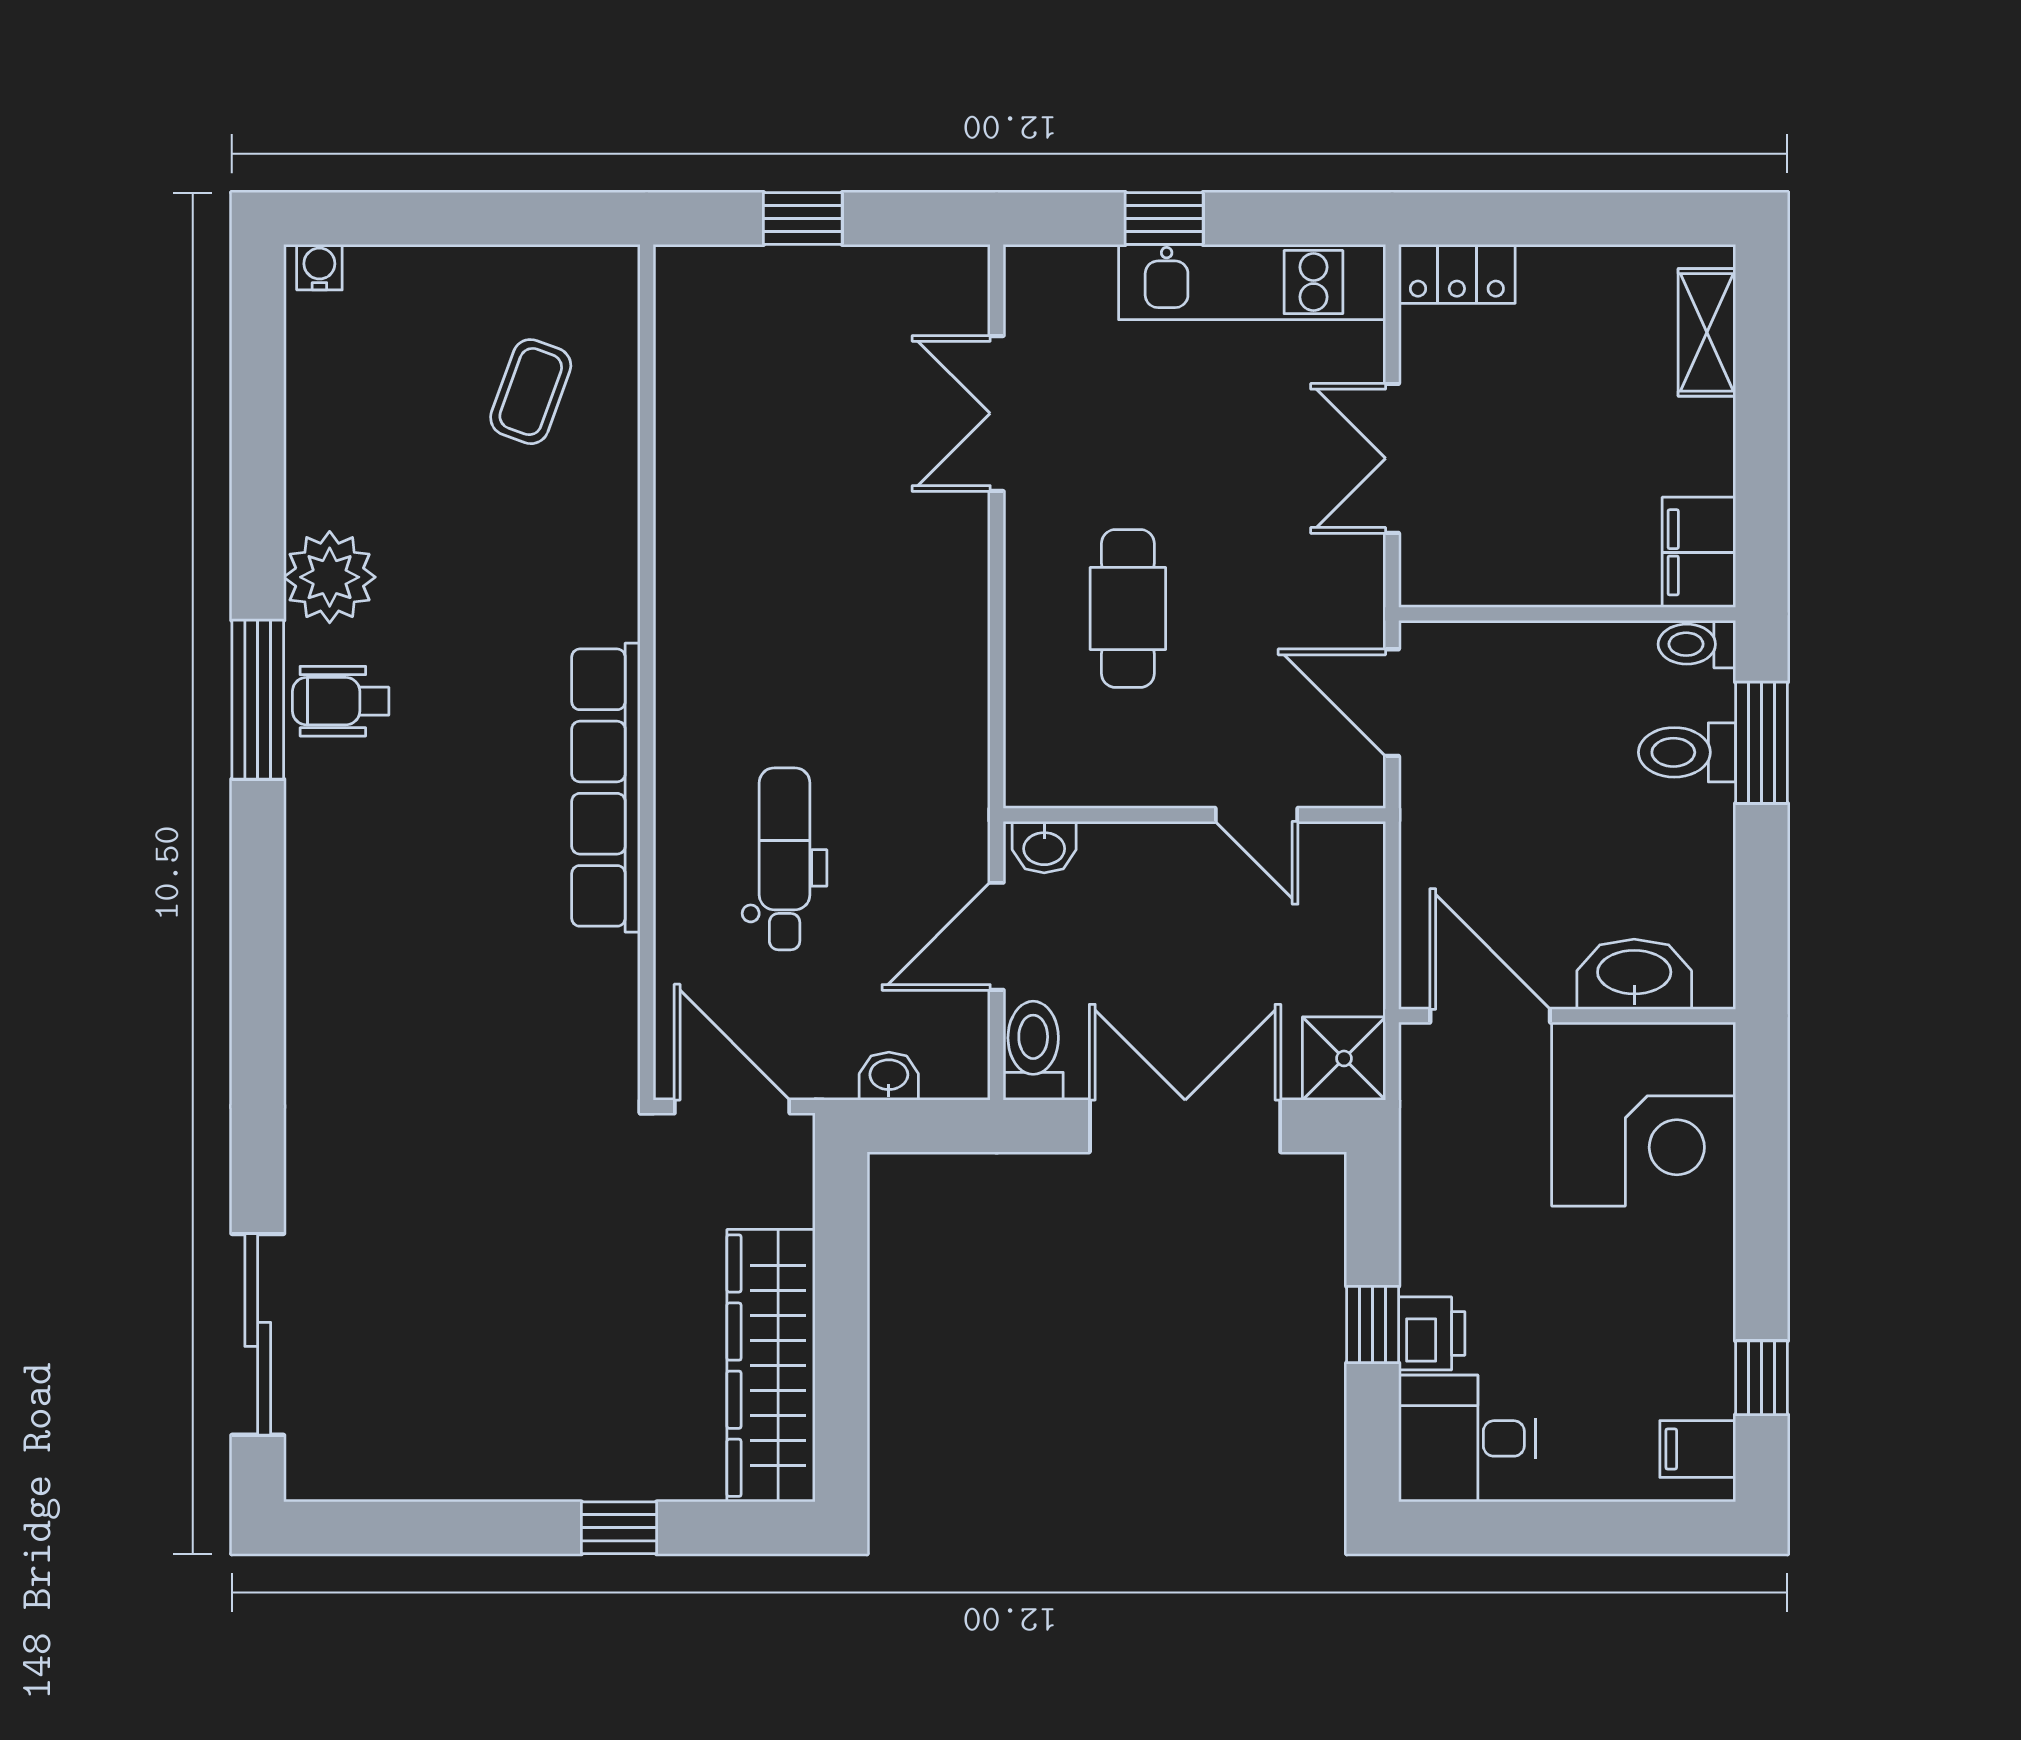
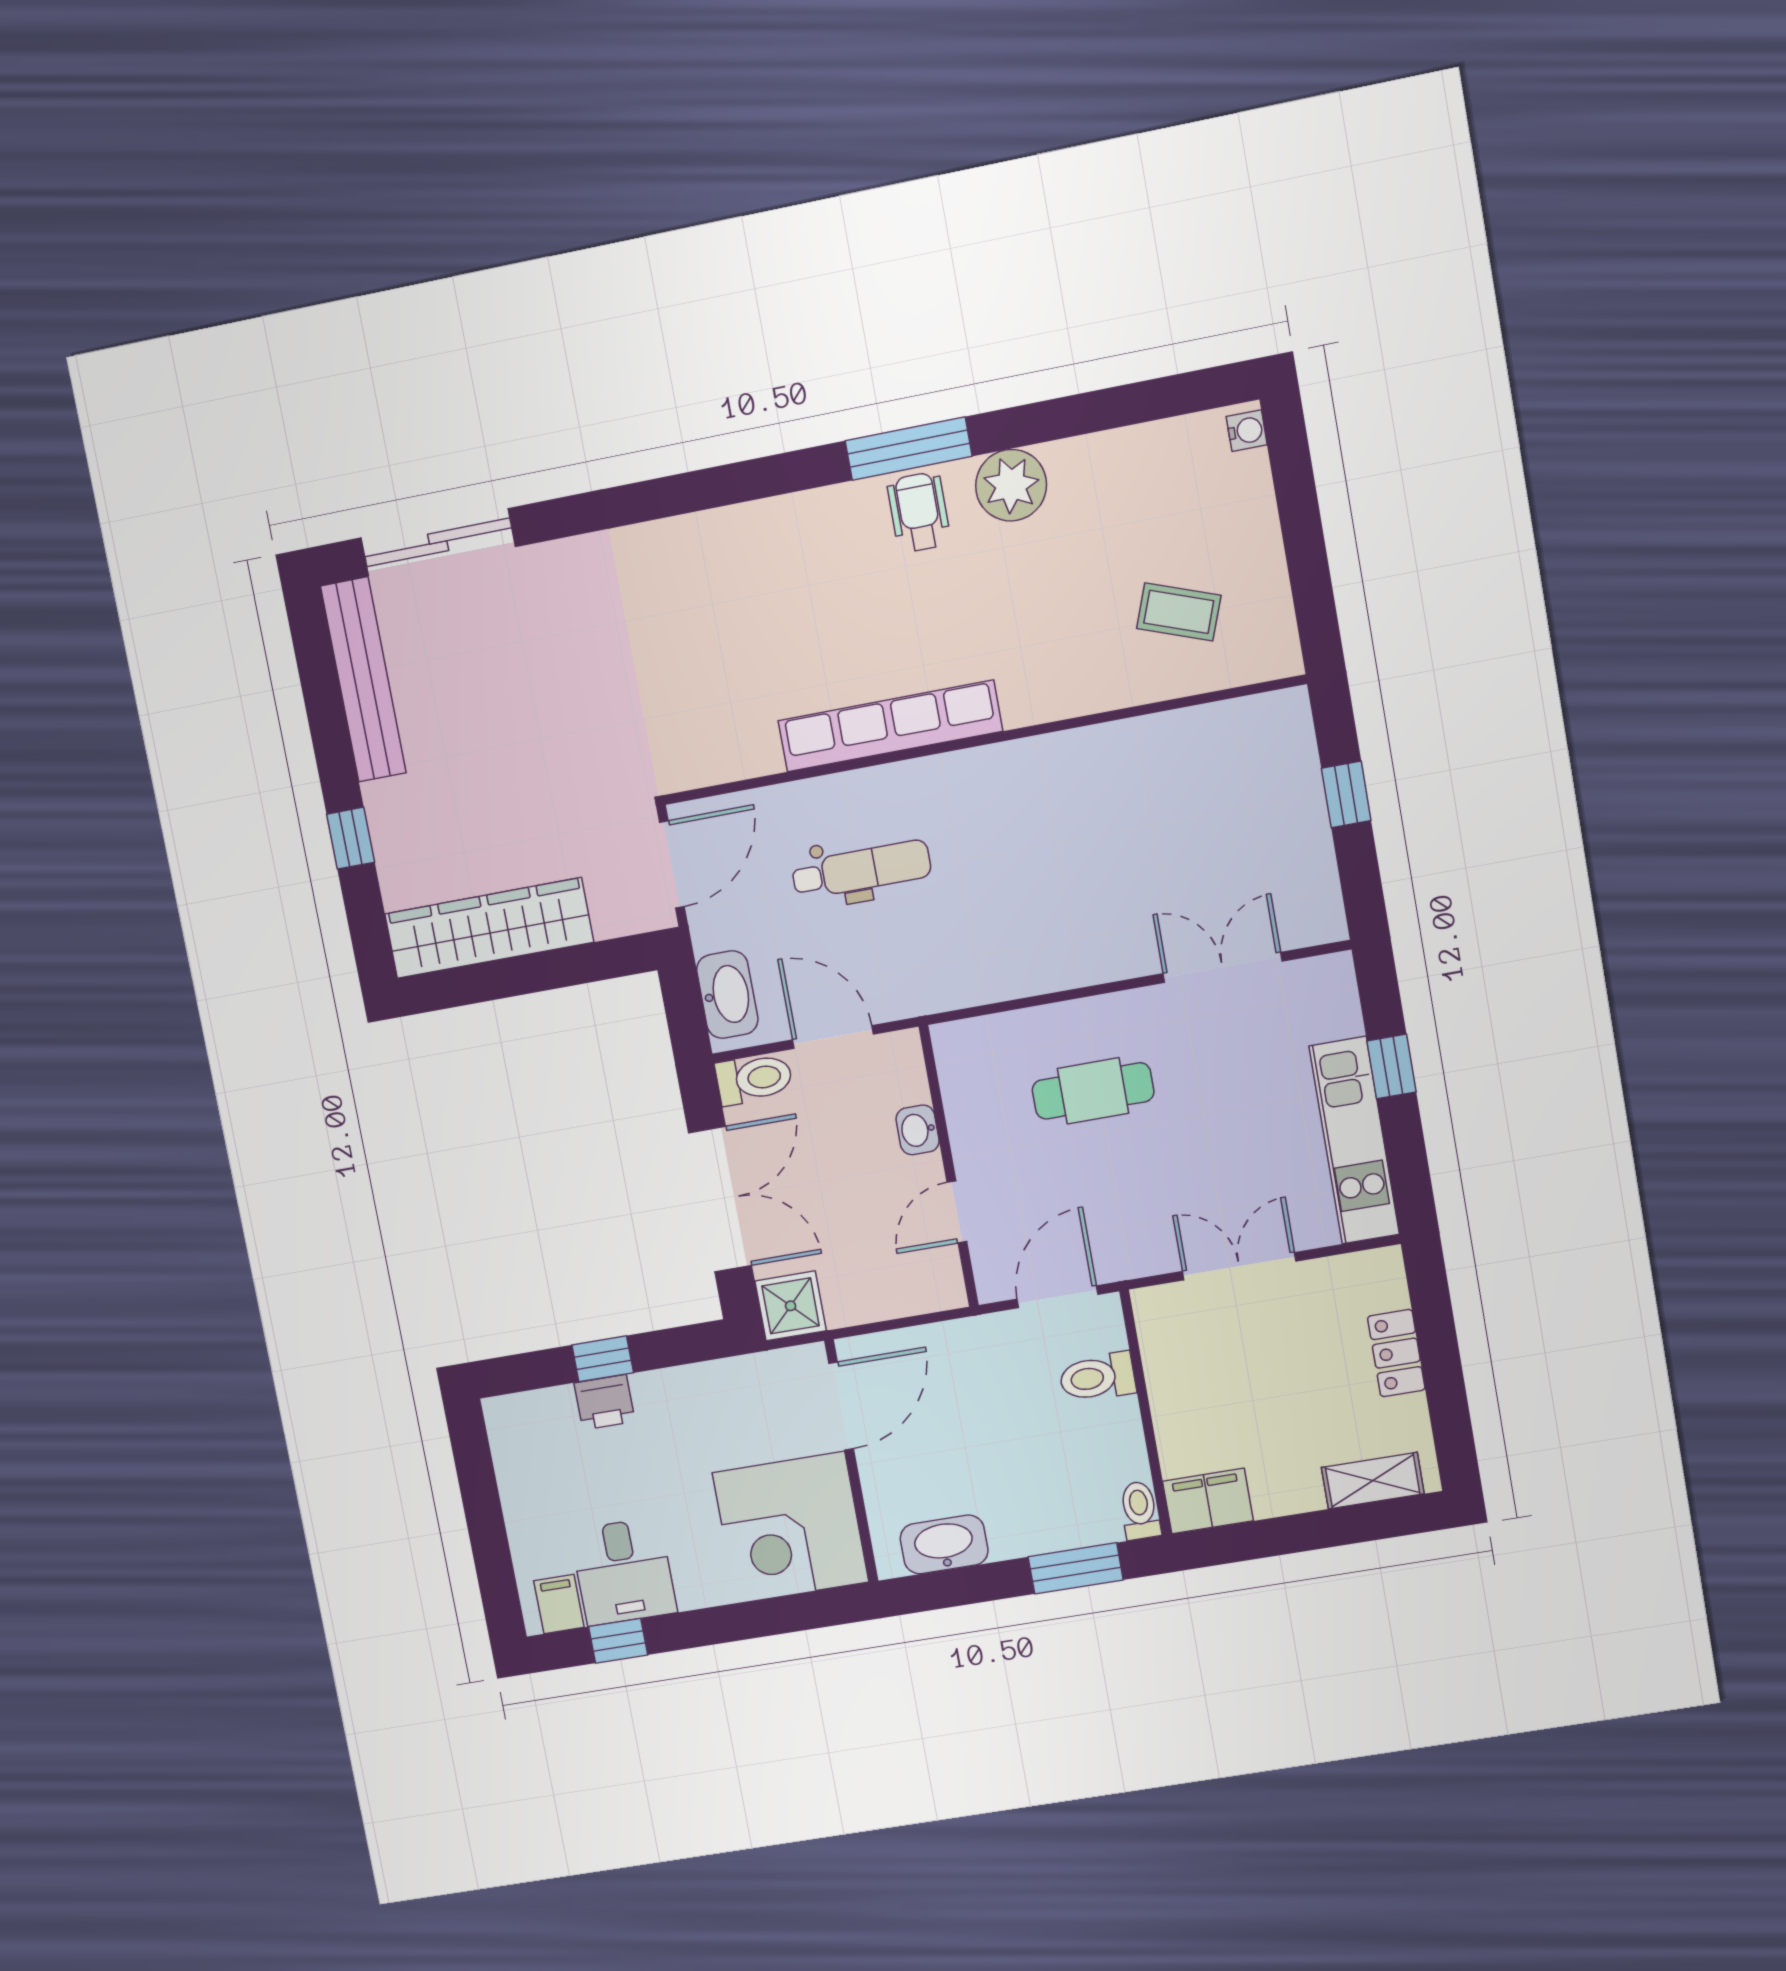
locker: (1457, 274) -> (1396, 1353), moved
toilet: (1687, 752) -> (1097, 1377), moved, turned -90
washbasin: (1044, 847) -> (918, 1130), moved
washbasin: (1634, 974) -> (944, 1544), moved, turned -90
washbasin: (889, 1076) -> (727, 995), width x1.91, depth x1.45
desk: (1467, 1438) -> (623, 1571), moved, turned 180
bench: (416, 1469) -> (363, 680), added

